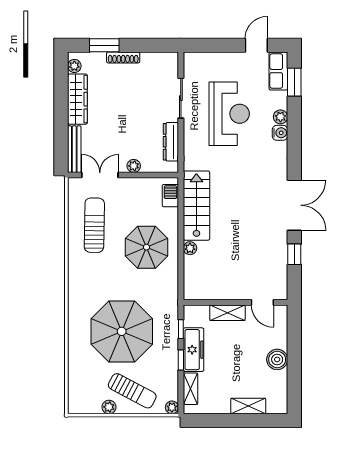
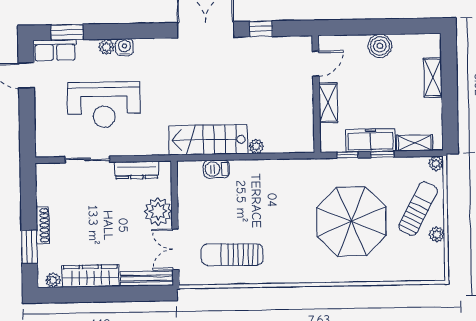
reception desk: (229, 114) -> (104, 105), turned 180
plant: (134, 166) -> (158, 211), width x1.88, depth x1.88
barbecue: (170, 196) -> (216, 169), moved
parasol: (146, 247) -> (256, 195), removed

